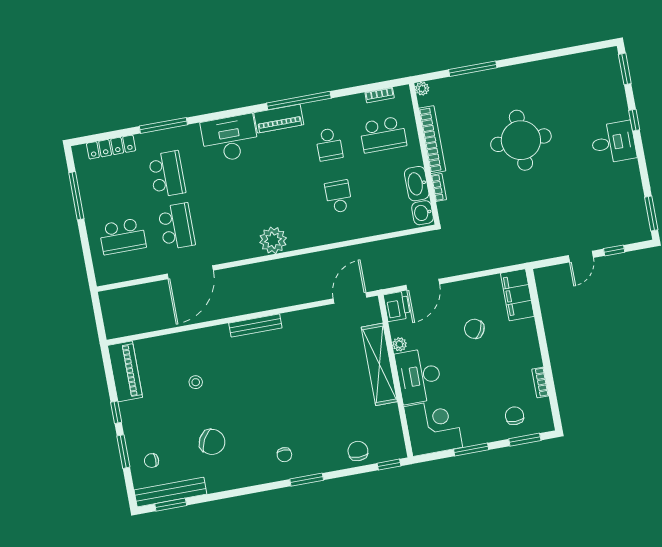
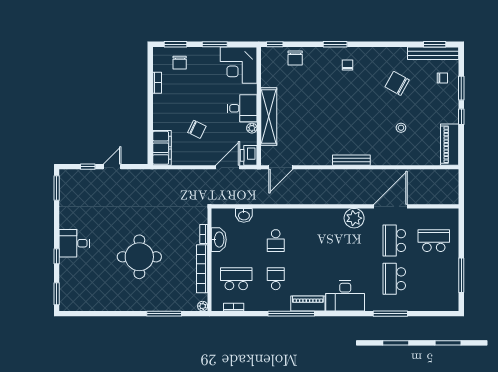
locker: (111, 147) -> (430, 305), removed
washbasin: (423, 213) -> (244, 215), moved, turned 90
plant: (273, 240) -> (354, 218), moved
desk: (419, 376) -> (242, 108), width x0.73

